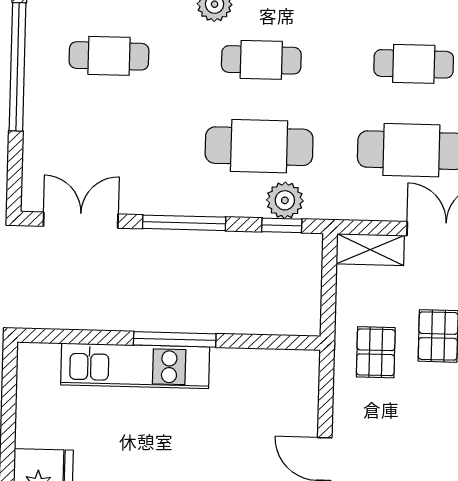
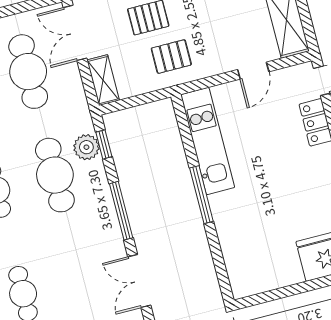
kitchen unit: (135, 366) -> (208, 141), moved

